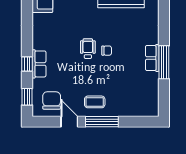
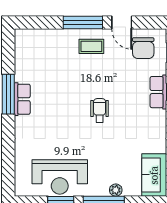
wheelchair: (88, 49) -> (100, 110), turned 180
chair: (107, 51) -> (77, 108), removed

